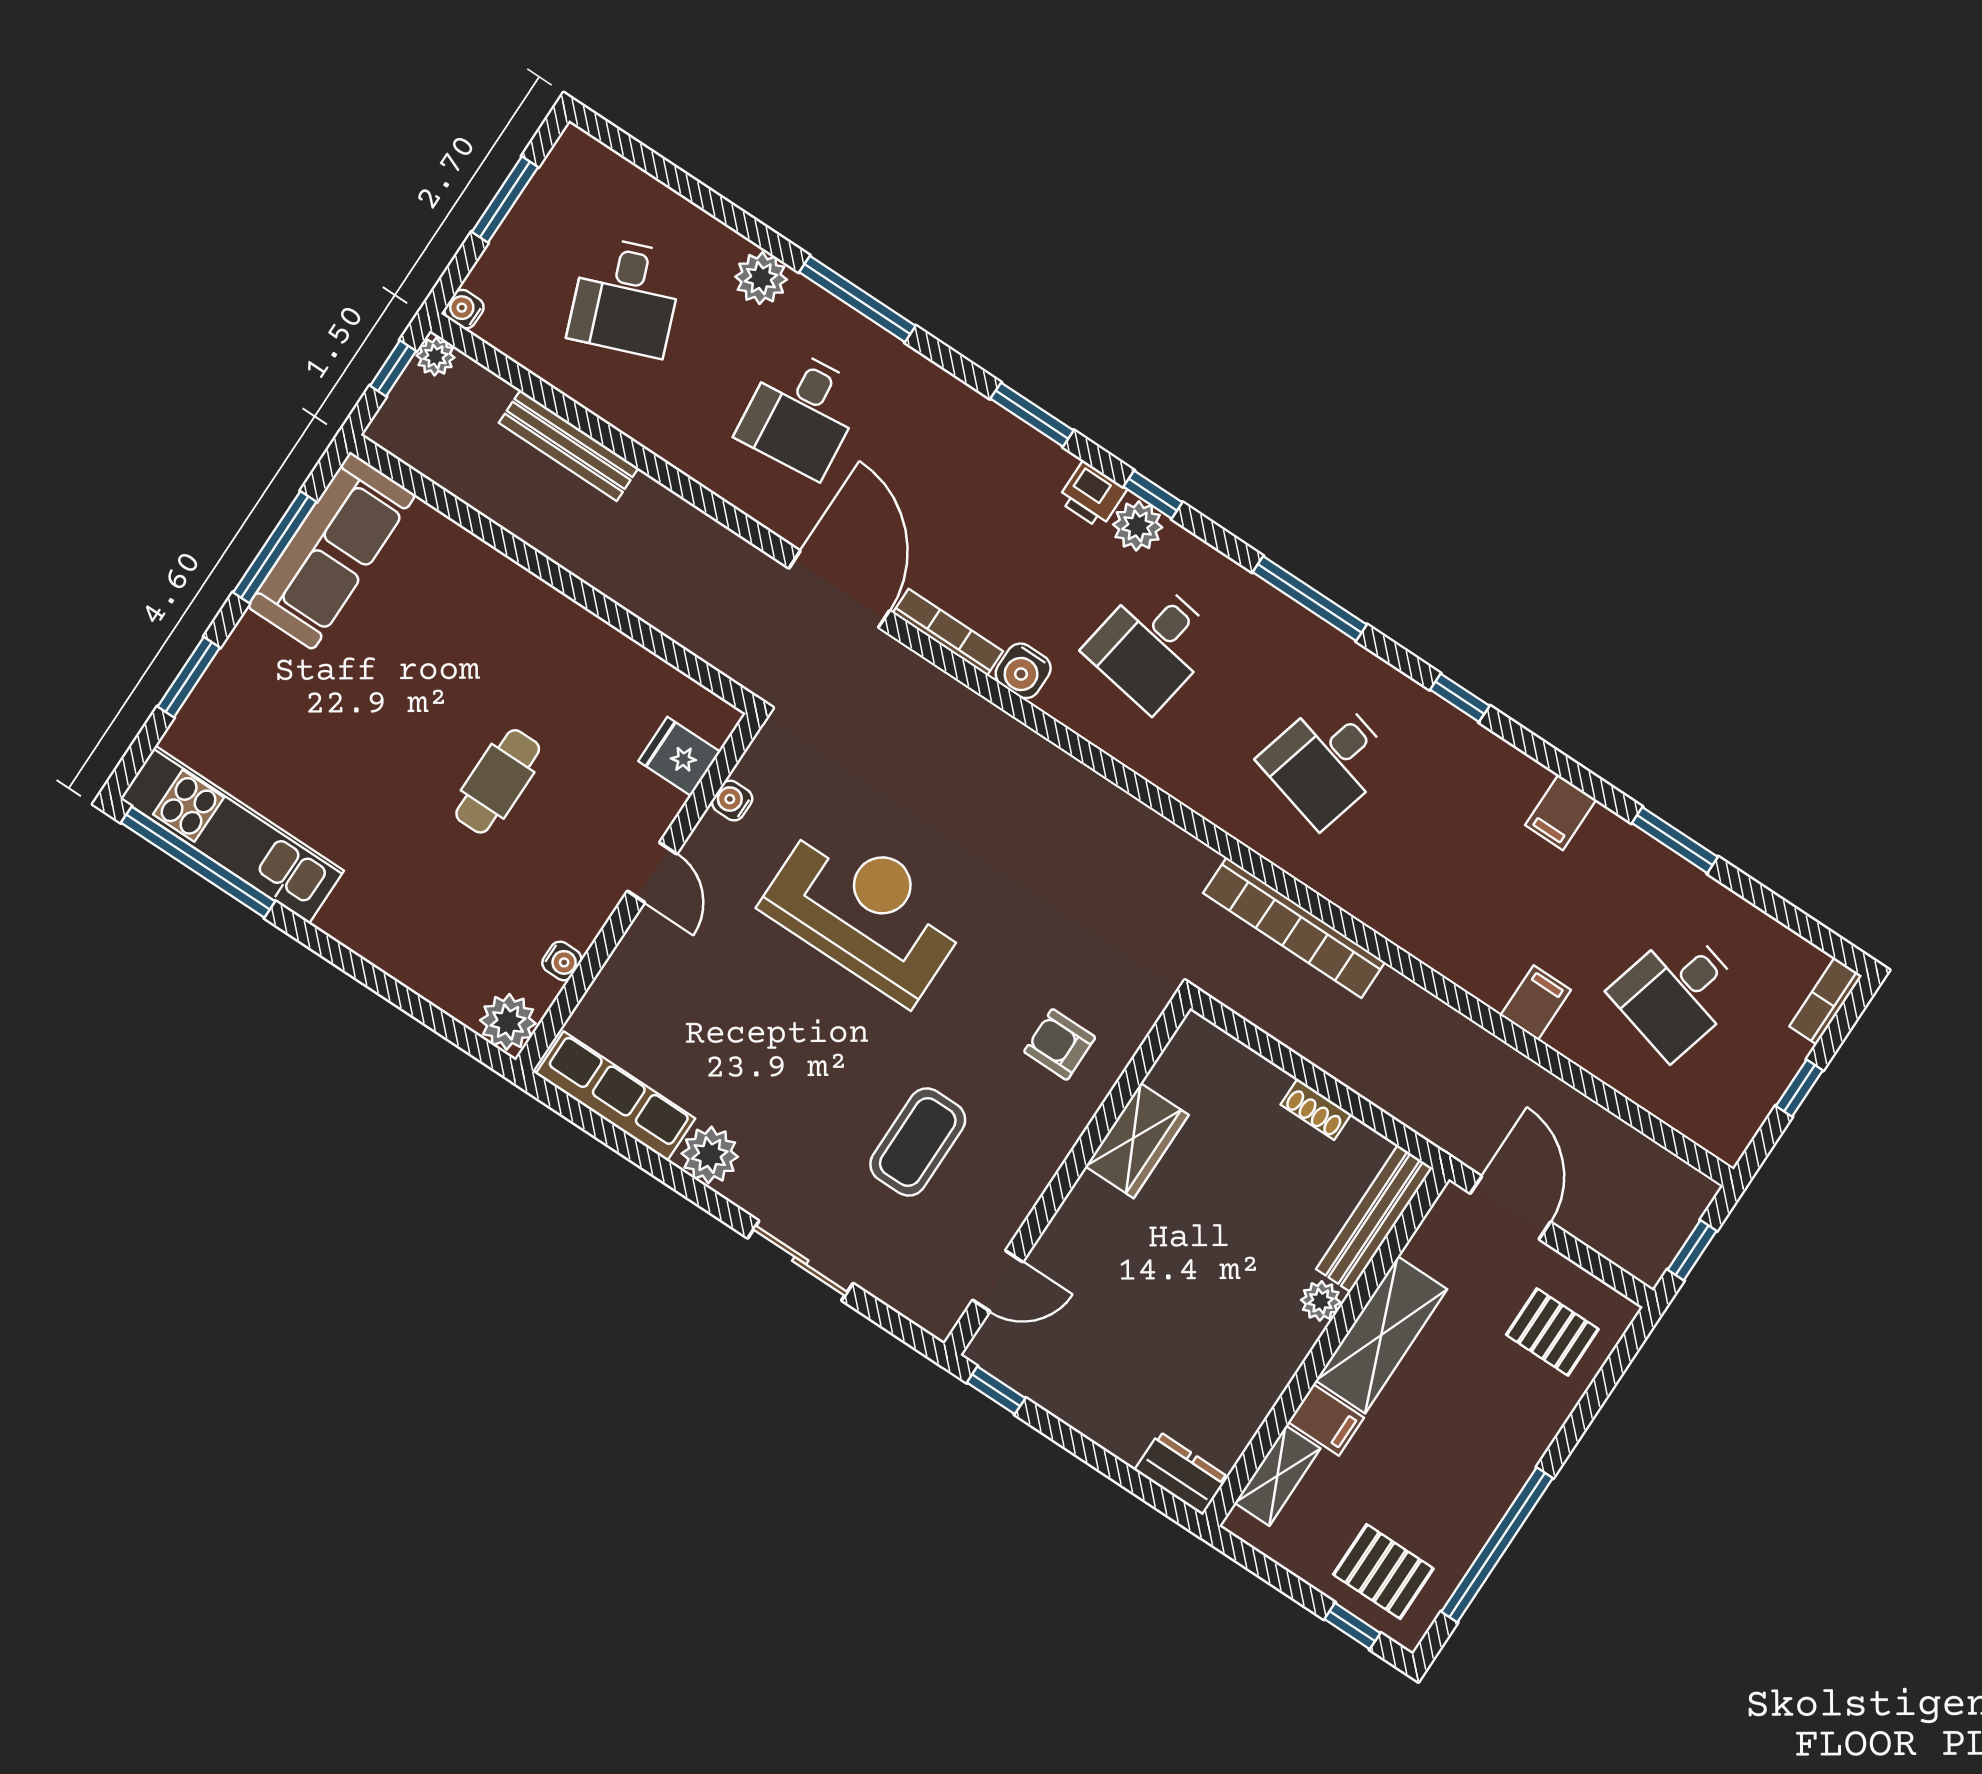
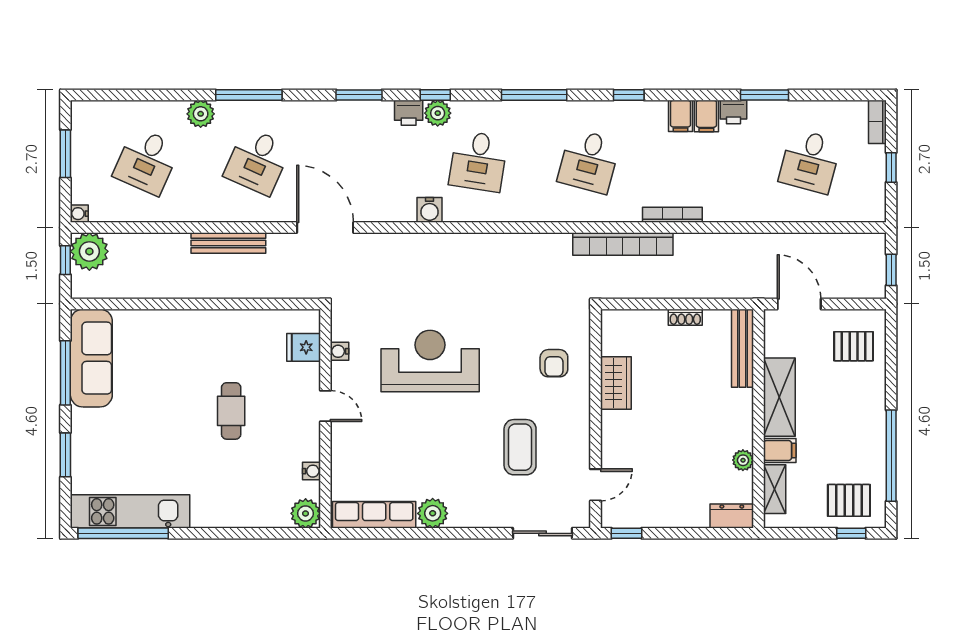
desk: (626, 297) -> (147, 161), turned 45
plant: (436, 357) -> (89, 251), width x1.88, depth x1.88
desk: (801, 413) -> (257, 161), turned 30
bench: (569, 445) -> (228, 243), moved
bookcase: (948, 632) -> (672, 215), moved
printer: (1608, 835) -> (733, 112), added
filing cabinet: (1536, 1003) -> (681, 116), moved, turned 180
armchair: (1060, 1044) -> (554, 363), turned -90
sliding door: (800, 1261) -> (543, 533), moved
plant: (1321, 1301) -> (743, 460), moved

